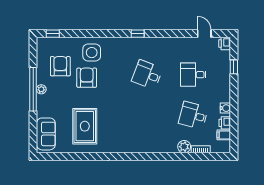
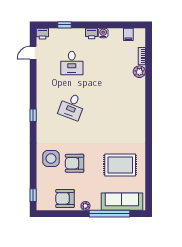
armchair: (60, 66) -> (65, 198), moved
window: (33, 89) -> (110, 214), moved
desk: (193, 115) -> (110, 63), removed
printer: (225, 123) -> (92, 34), moved
sofa: (46, 134) -> (122, 202), width x1.36

